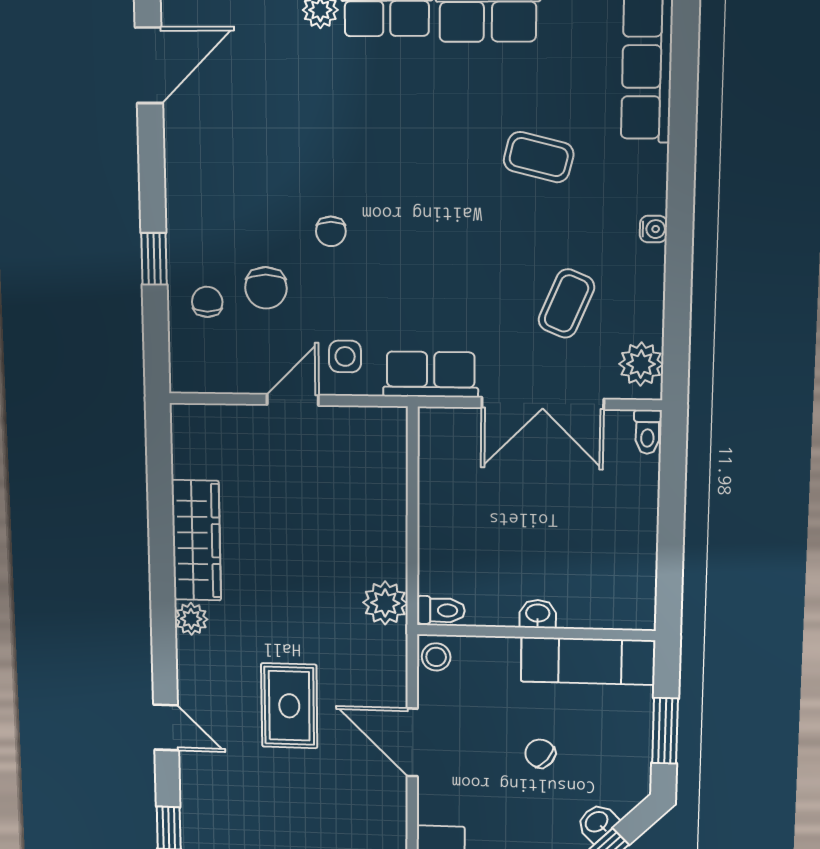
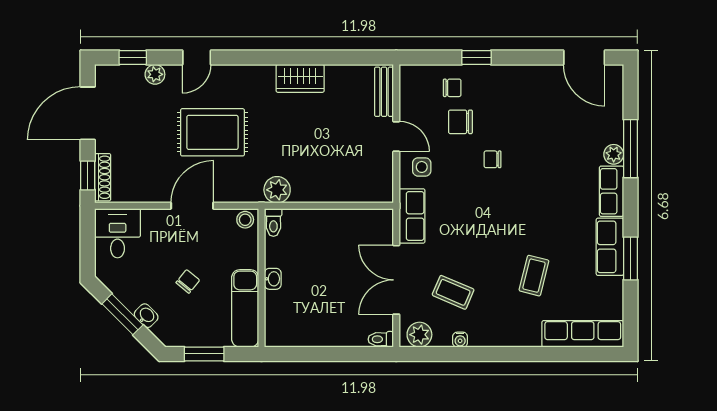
water cooler: (653, 229) -> (460, 340), moved
bench: (216, 420) -> (384, 92), added
wardrobe: (196, 540) -> (300, 78), width x0.67
plant: (191, 619) -> (155, 74), moved
rug: (289, 706) -> (212, 132), width x1.36, depth x1.43

